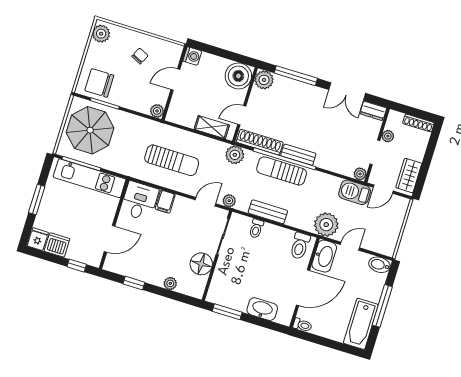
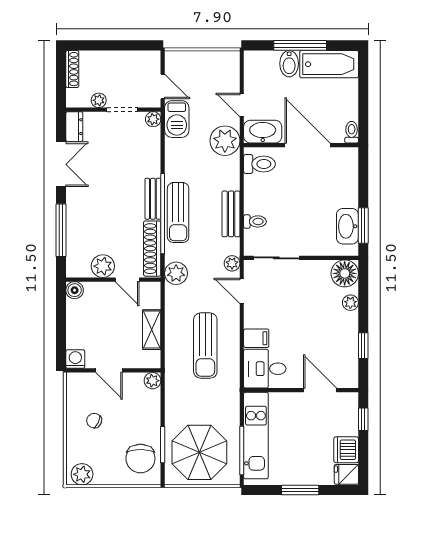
boiler: (238, 76) -> (75, 290), width x0.54, depth x0.54
plant: (264, 80) -> (103, 266), moved
shelving: (212, 127) -> (152, 330), moved
sun lounger: (172, 160) -> (205, 346), turned 180
wardrobe: (409, 175) -> (137, 61), removed
floor lamp: (201, 264) -> (345, 273), moved
bidet: (379, 265) -> (289, 64), moved
washbasin: (262, 309) -> (347, 226), moved

